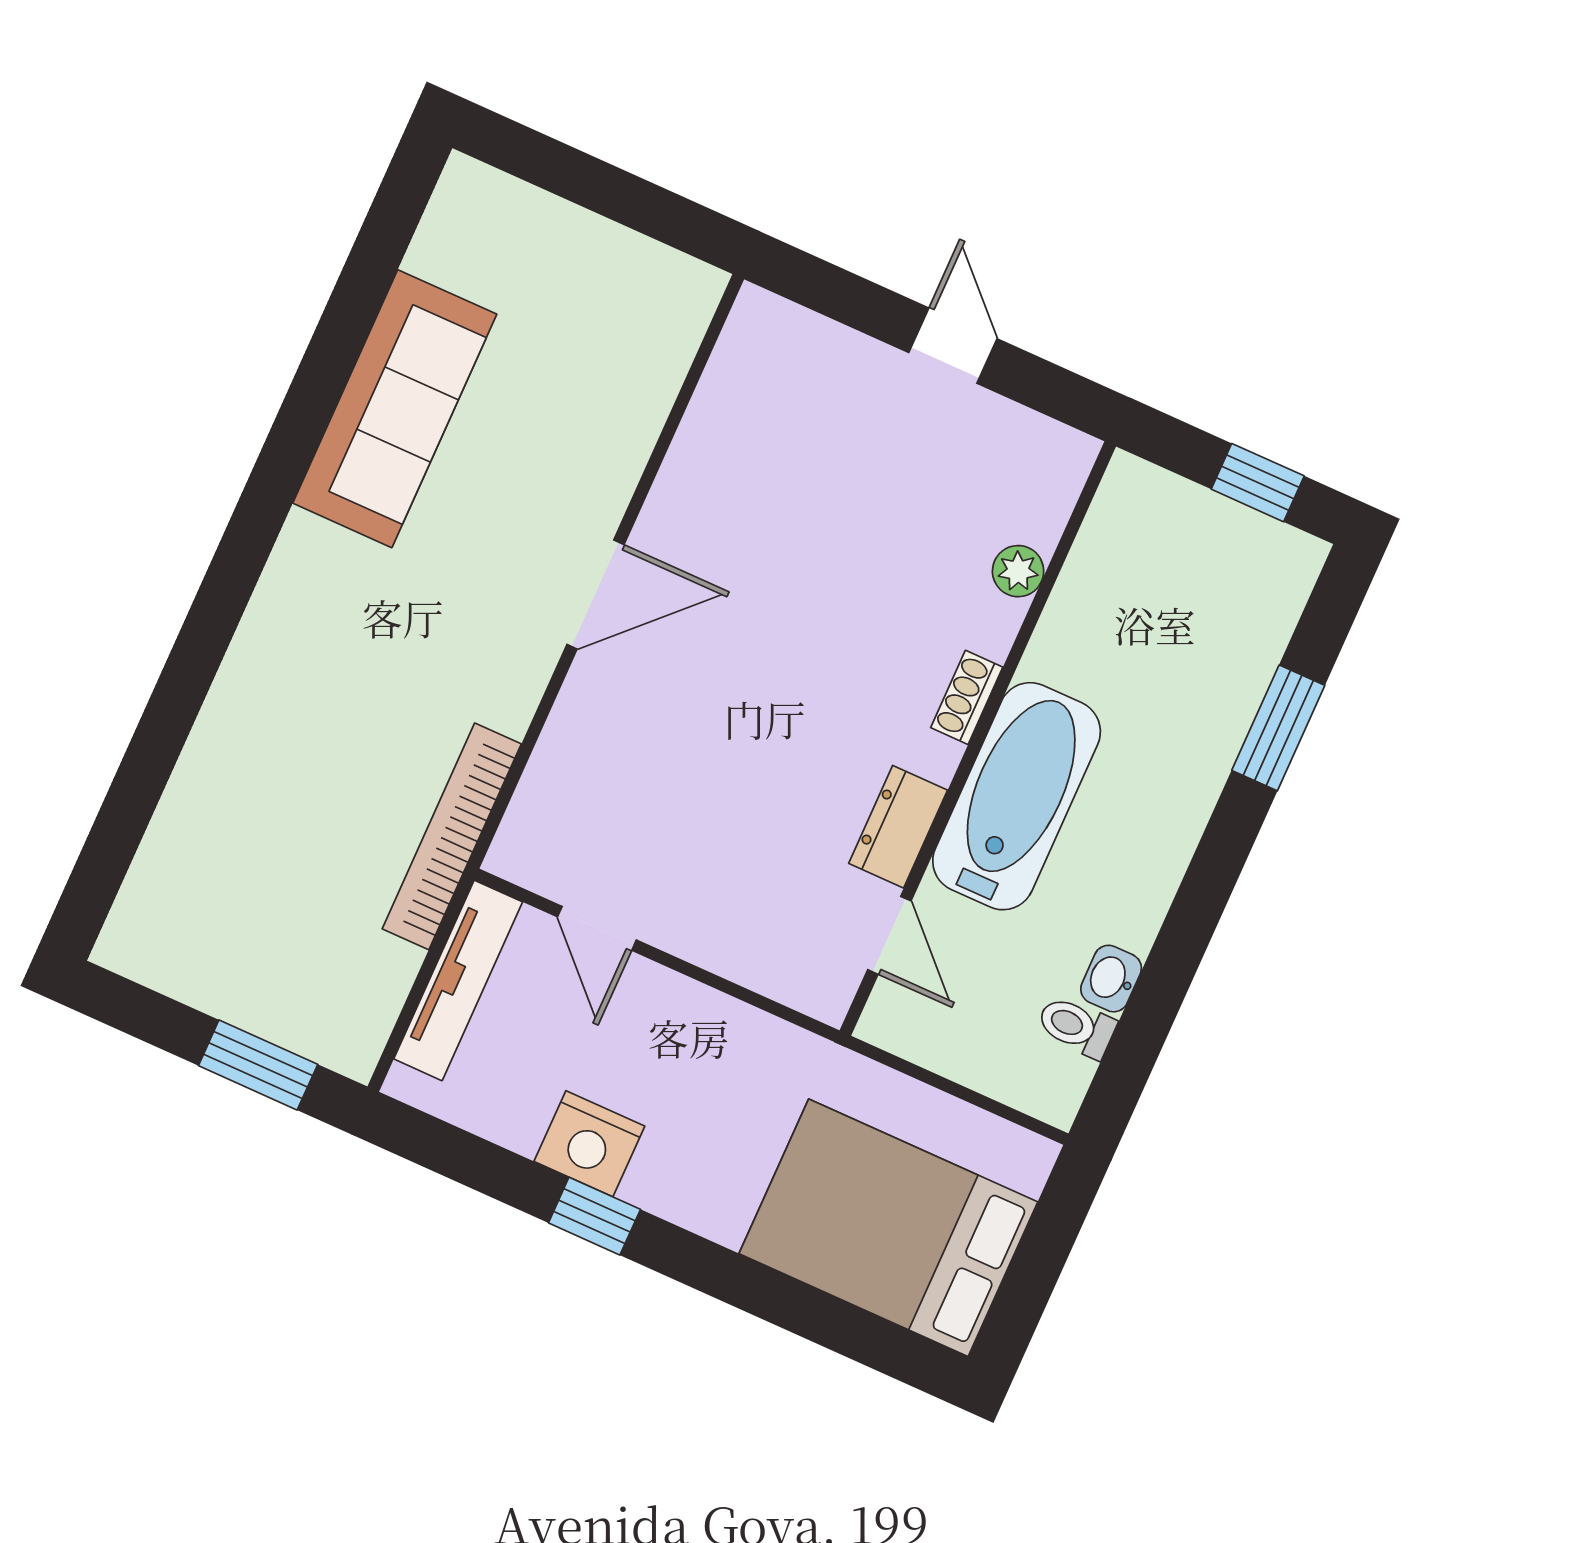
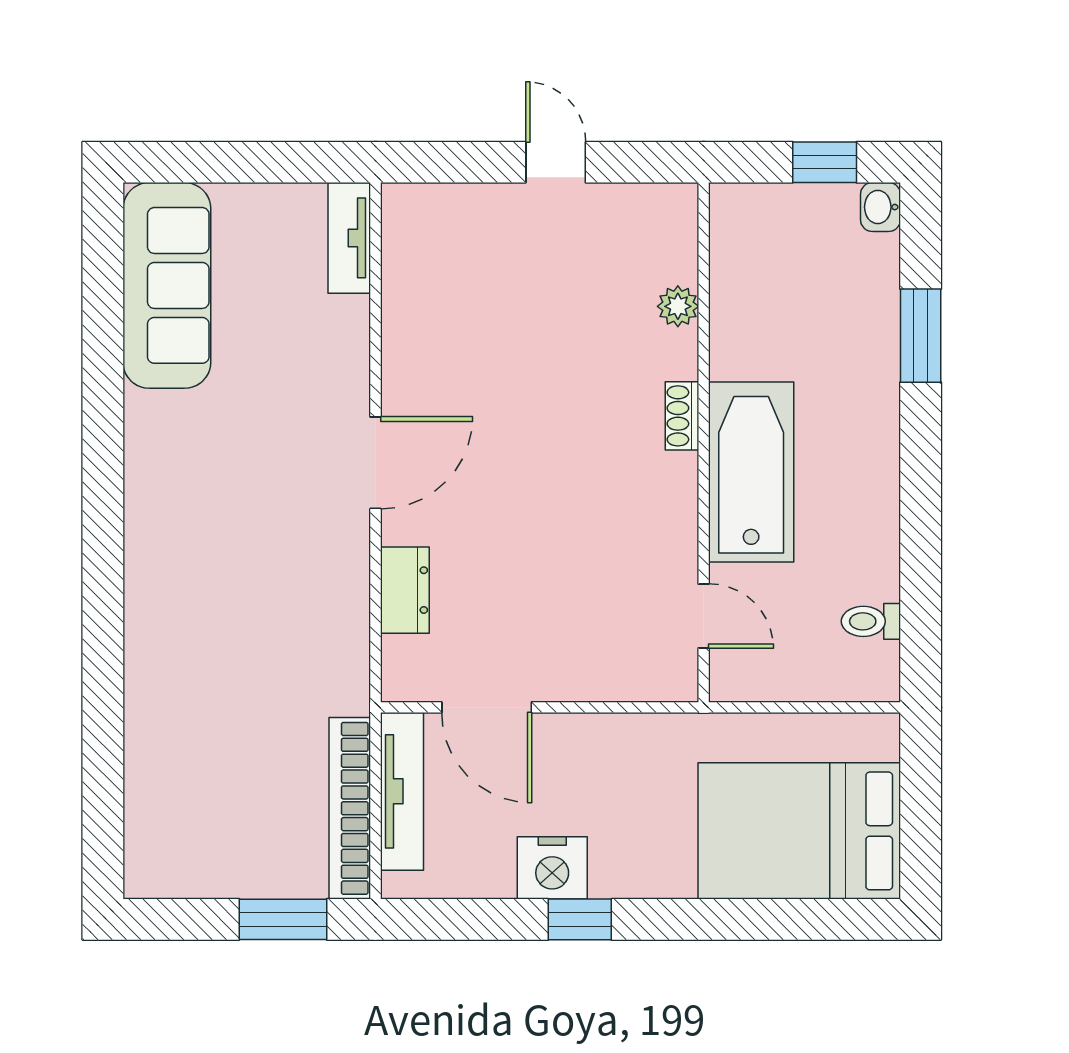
tv unit: (680, 326) -> (349, 238), added
sofa: (395, 409) -> (167, 285), moved
dresser: (898, 827) -> (405, 590), moved, turned 180
bookcase: (452, 836) -> (350, 808), moved
door: (597, 928) -> (487, 707), width x1.38
washbasin: (1111, 979) -> (881, 207), moved

